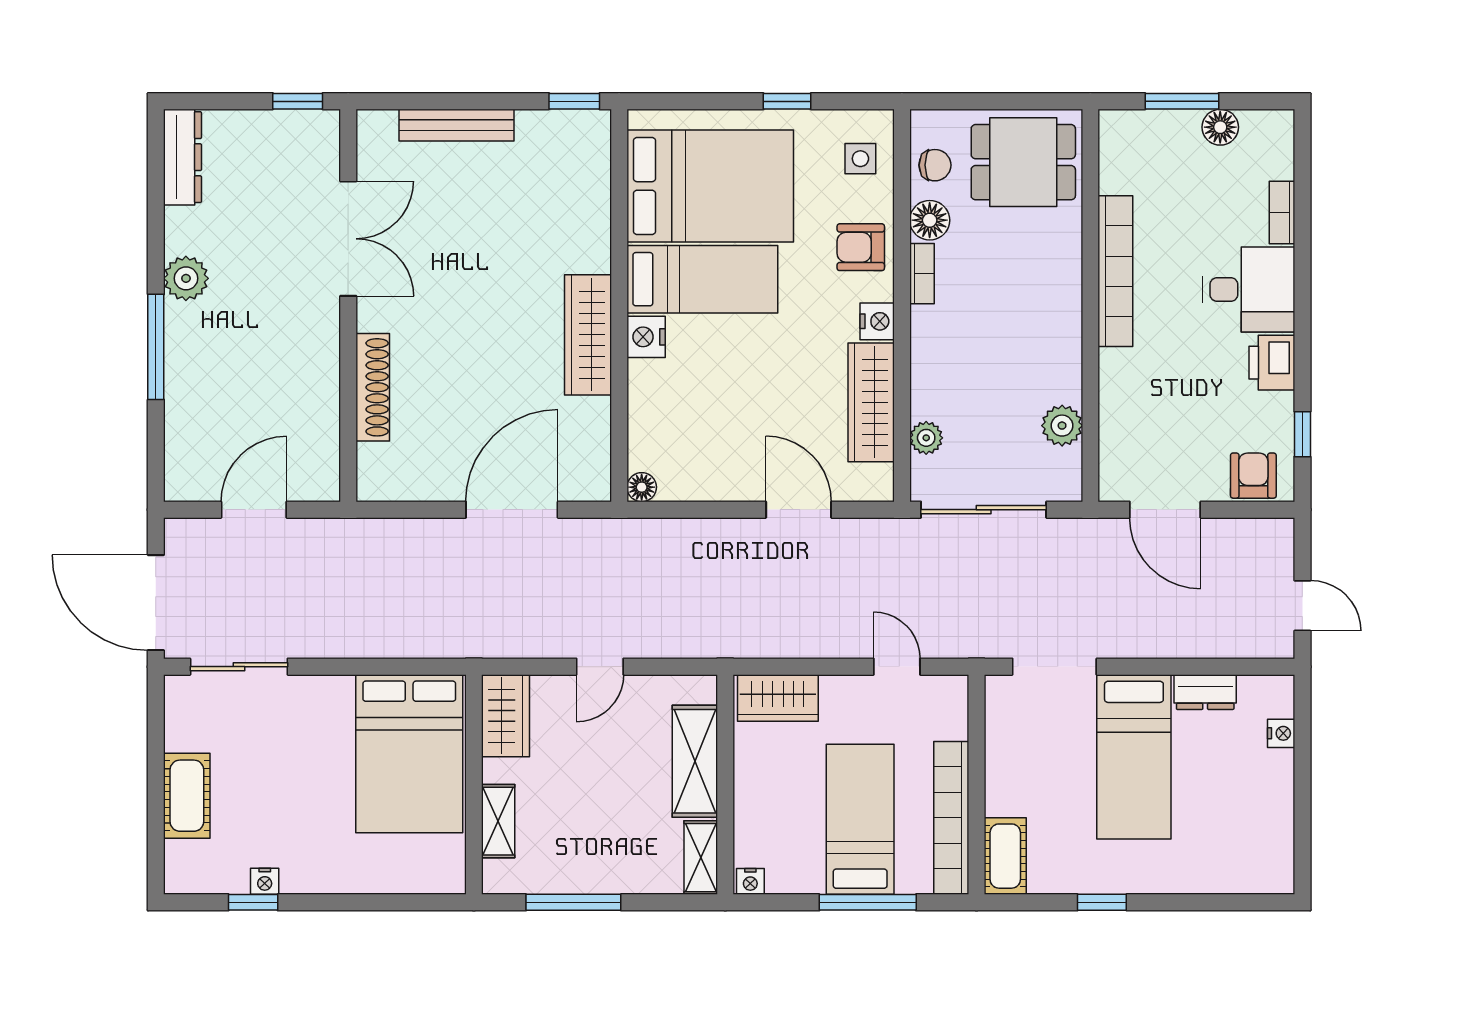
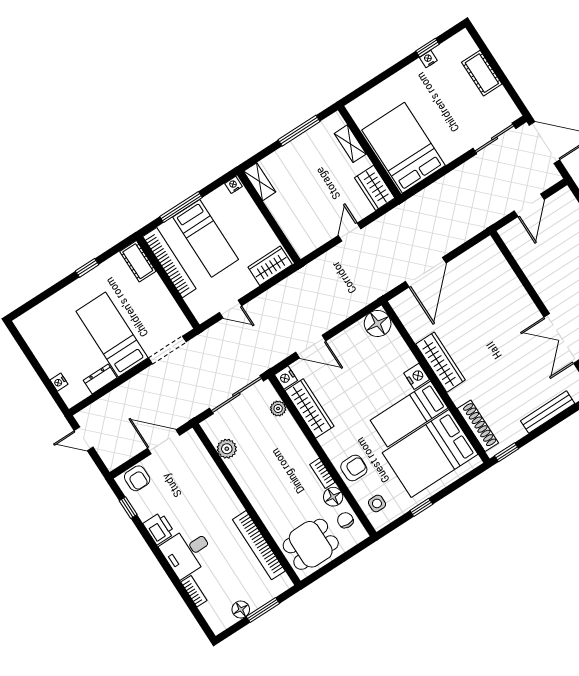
chair: (935, 165) -> (345, 520), turned 93
bookcase: (1115, 271) -> (259, 545), moved
nightstand: (877, 321) -> (286, 378), moved
shoe rack: (373, 387) -> (478, 426), moved, turned 180
floor lamp: (642, 487) -> (378, 323), width x1.89, depth x1.89
shelving: (695, 761) -> (287, 219), removed

